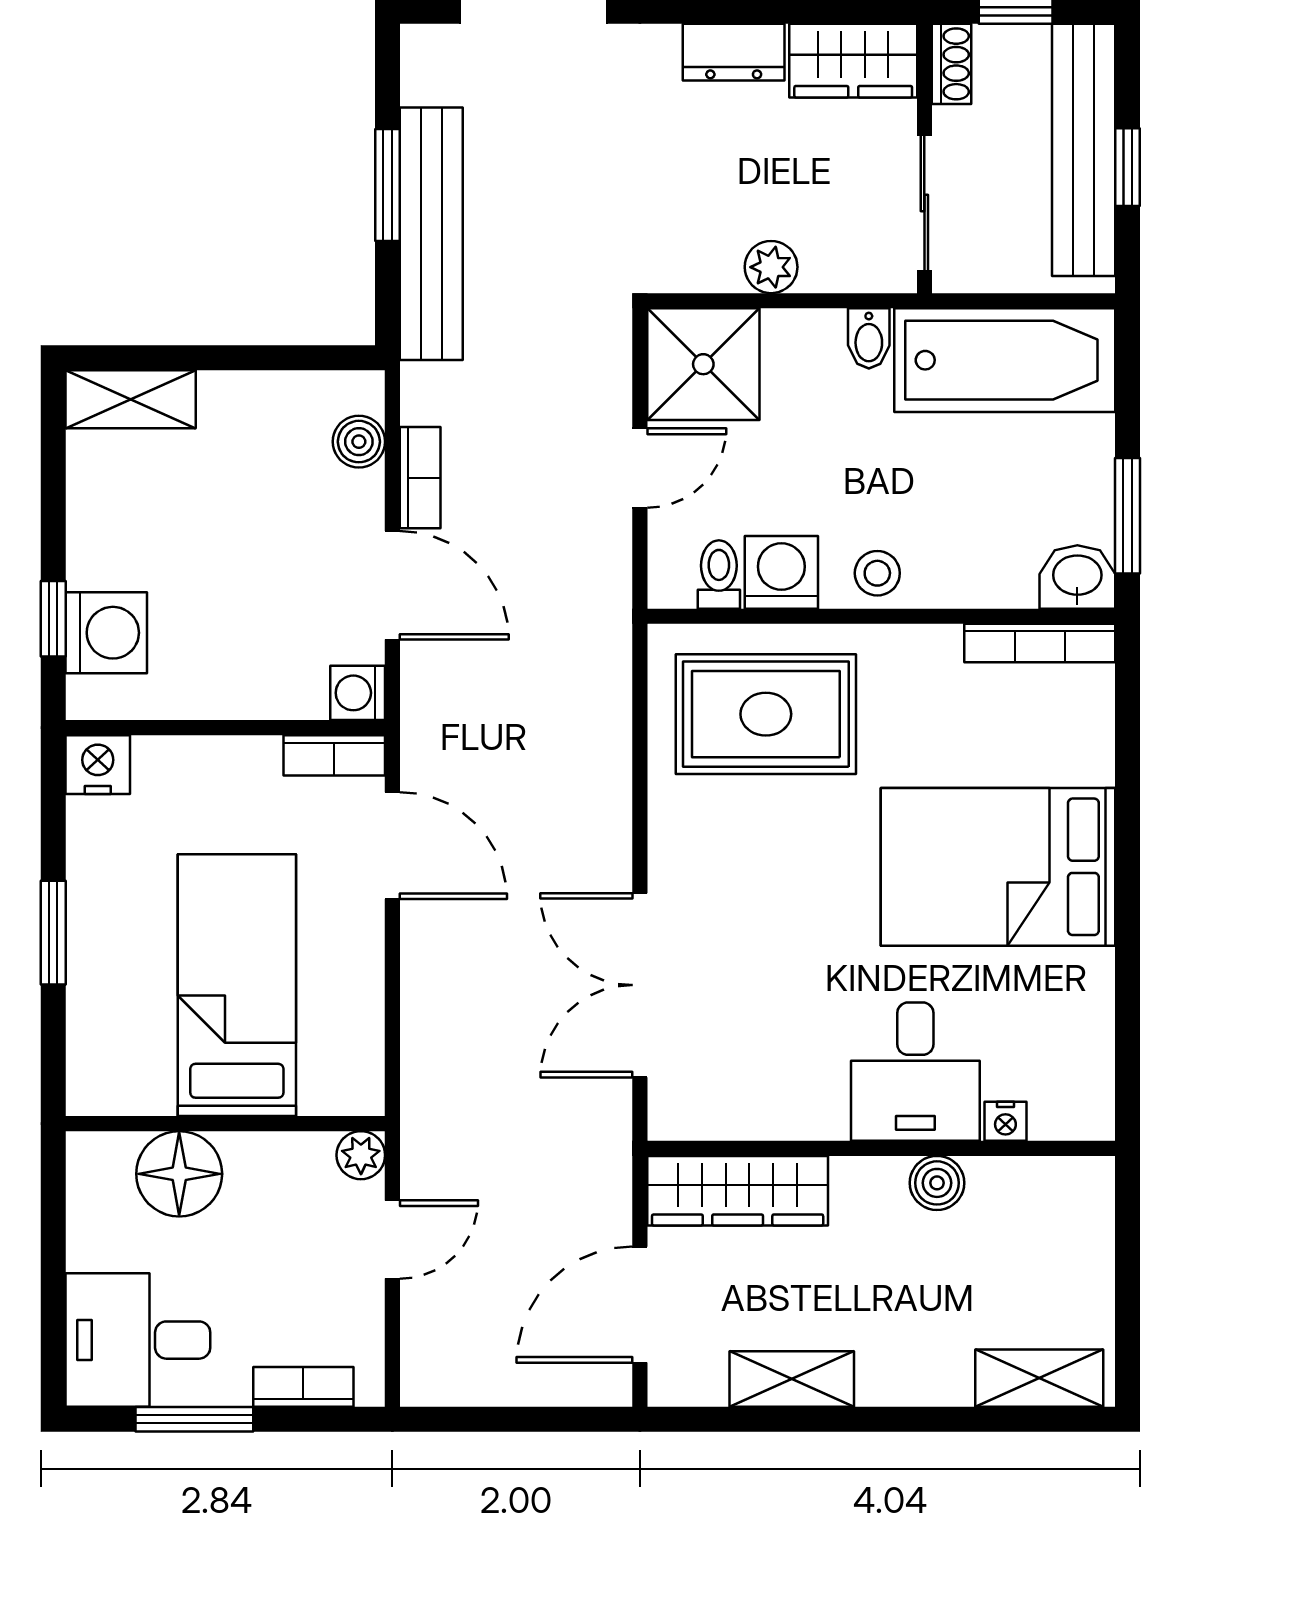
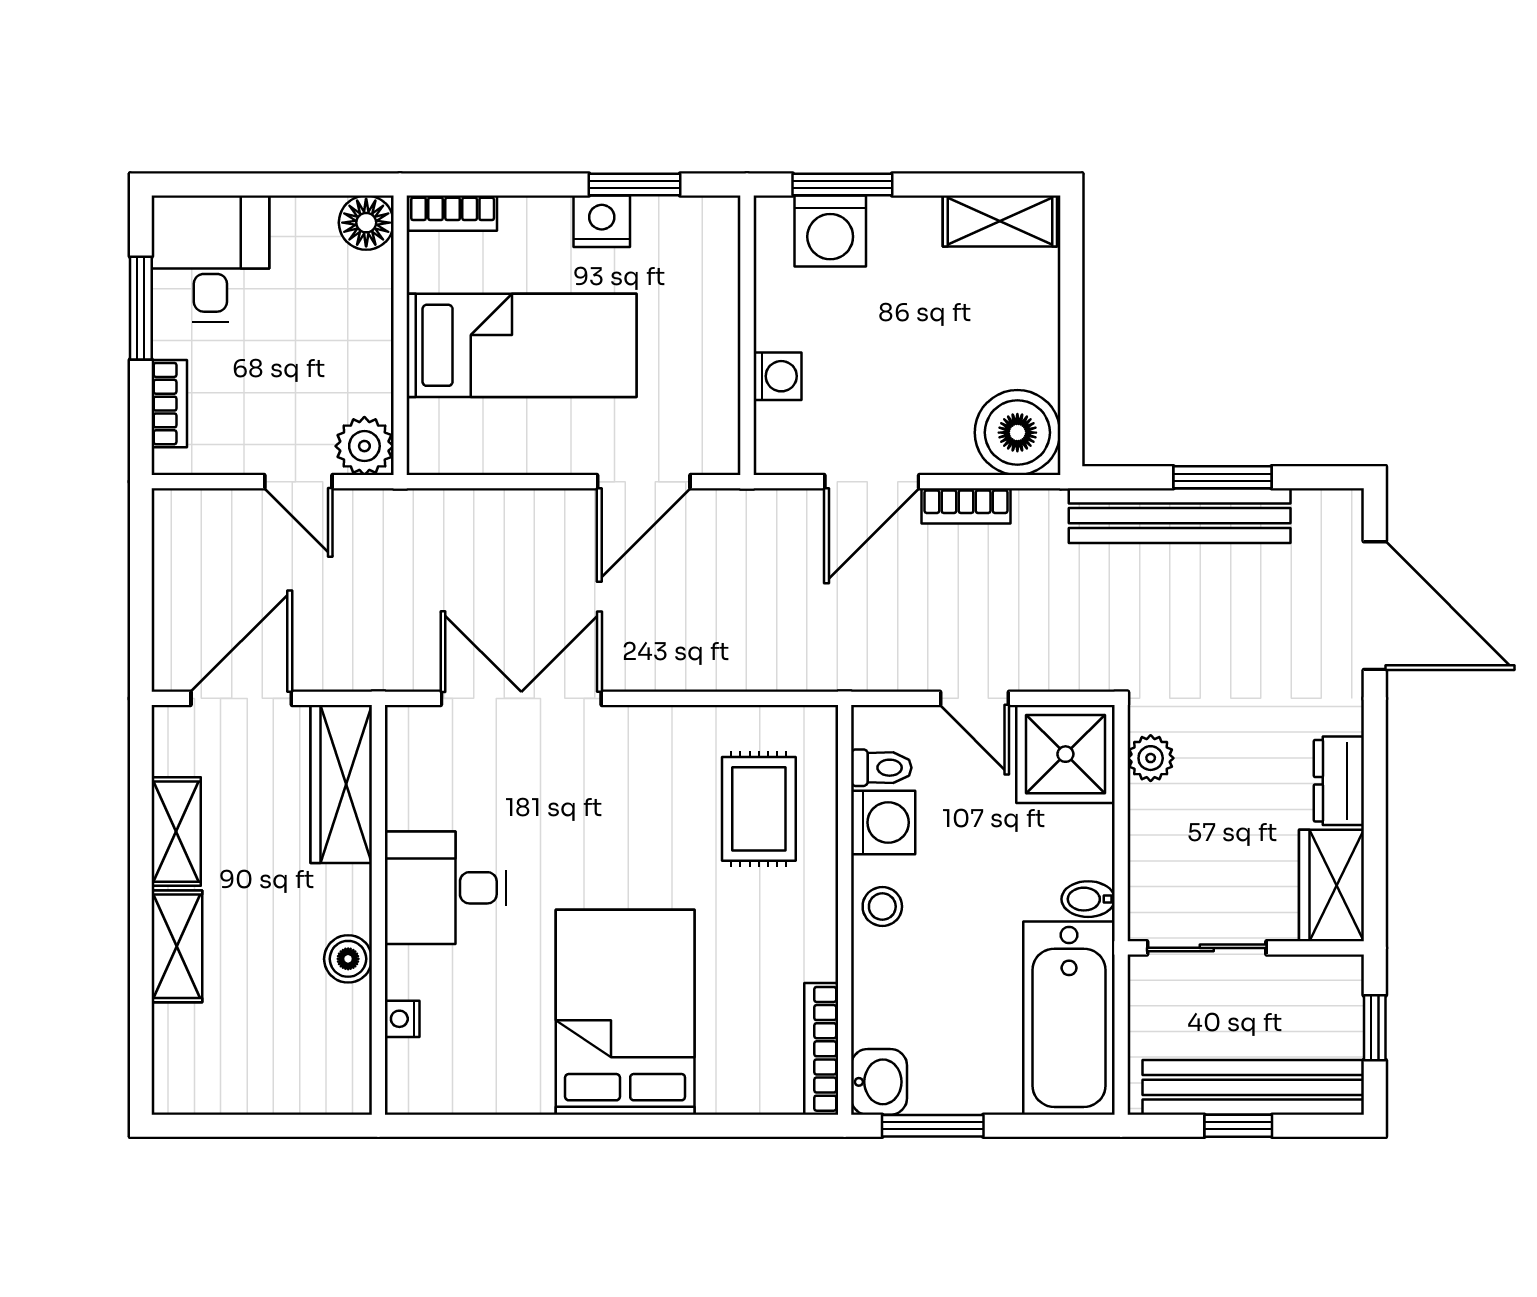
shoe rack: (951, 64) -> (1329, 972), removed
plant: (771, 267) -> (1151, 758), moved
shelving: (131, 399) -> (1000, 221), moved, turned 90
boiler: (359, 442) -> (1017, 433), width x1.86, depth x1.86
window: (53, 619) -> (842, 185), width x1.50
washing machine: (358, 693) -> (777, 376), moved, turned 90
rug: (766, 714) -> (759, 809), width x0.73, depth x0.70
bookcase: (334, 755) -> (453, 213), moved, turned -90
nightstand: (98, 765) -> (602, 221), moved, turned -90
window: (53, 933) -> (635, 185), moved
desk: (915, 1072) -> (446, 888), moved
plant: (361, 1155) -> (364, 446), width x1.38, depth x1.38
floor lamp: (179, 1174) -> (366, 223), moved, width x0.73, depth x0.73
door: (640, 1305) -> (241, 698), hinge flipped
shelving: (1039, 1378) -> (177, 946), moved

